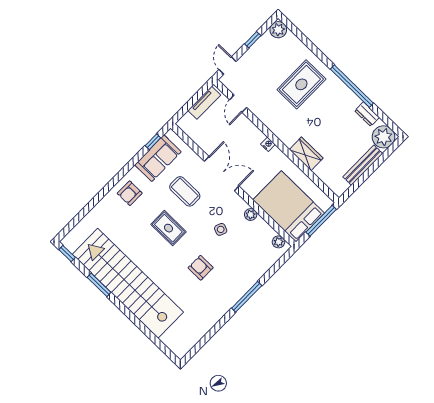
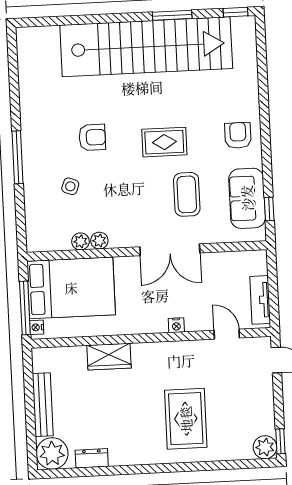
window: (253, 40) -> (280, 441), moved
window: (352, 86) -> (135, 469), removed
nightstand: (268, 144) -> (176, 325), moved
coffee table: (185, 191) -> (187, 194), turned 90
nightstand: (326, 205) -> (37, 327), added
side table: (221, 229) -> (70, 186), moved
plant: (279, 242) -> (80, 241), moved

